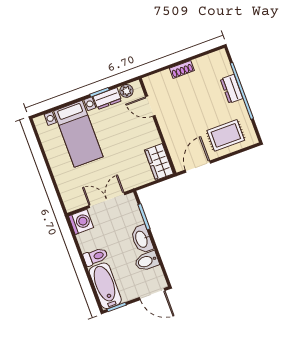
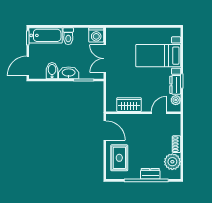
plant: (206, 66) -> (172, 162), added
wardrobe: (159, 162) -> (129, 105), moved
double door: (107, 200) -> (105, 59), swing flipped

